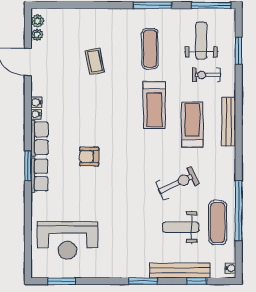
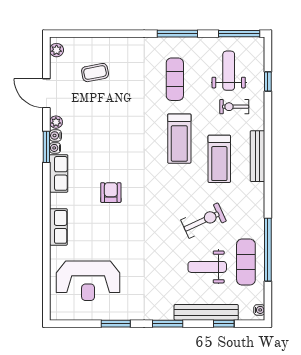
plant: (37, 35) -> (56, 122), moved
window: (239, 51) -> (268, 81), width x0.67
coffee table: (95, 61) -> (95, 73), moved, turned 90
treadmill: (192, 124) -> (219, 159), turned 180
armchair: (89, 156) -> (111, 193), turned 90
window: (28, 166) -> (46, 147), moved
row of seats: (39, 175) -> (58, 227), moved
window: (62, 281) -> (116, 324), moved

